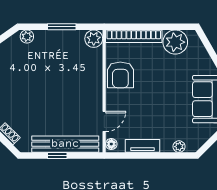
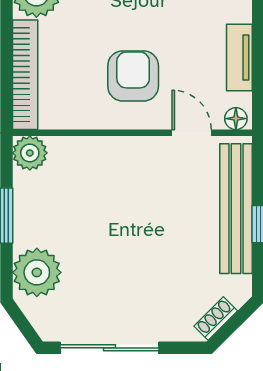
plant: (27, 36) -> (37, 272), width x1.88, depth x1.88
armchair: (120, 75) -> (133, 76), moved, turned -90

